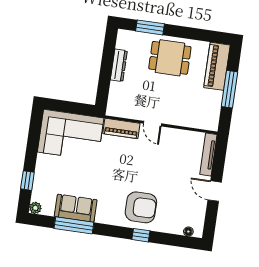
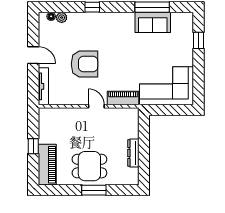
window: (150, 27) -> (94, 190), moved
window: (230, 89) -> (33, 146), width x0.46
armchair: (141, 207) -> (84, 64), moved, turned 180
plant: (35, 208) -> (62, 18), moved

